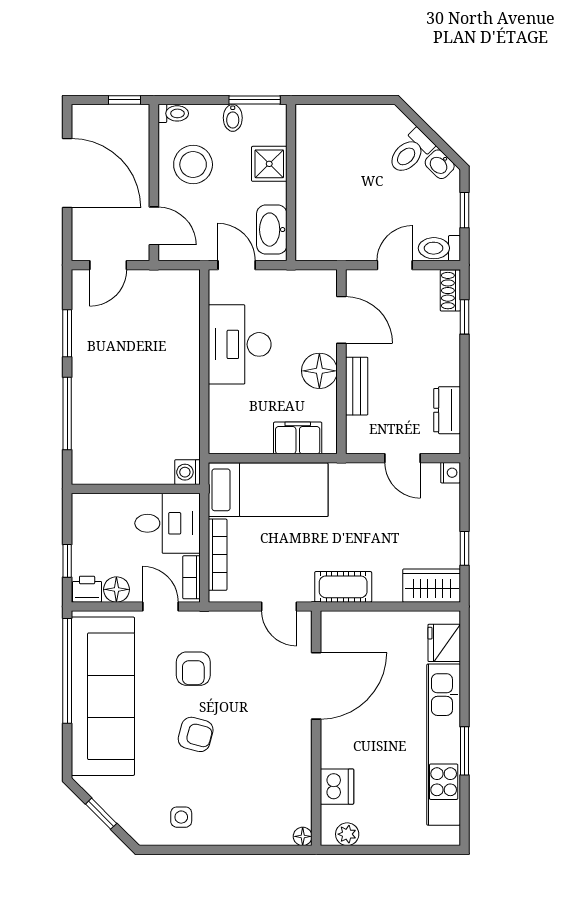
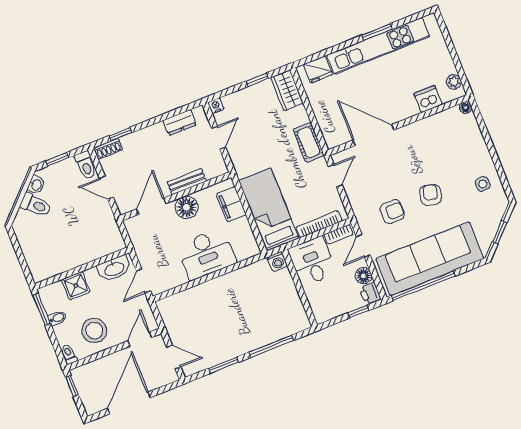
desk: (240, 344) -> (206, 254), moved

